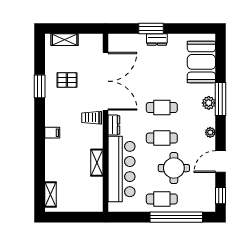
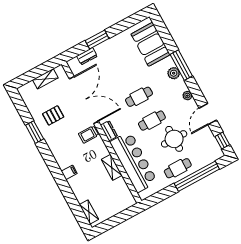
dresser: (157, 39) -> (87, 56), moved
shelving: (65, 40) -> (45, 79), moved
filing cabinet: (52, 133) -> (69, 172), moved

